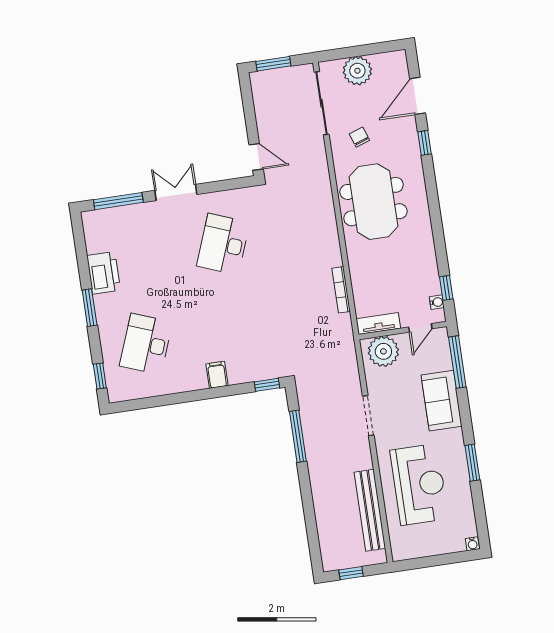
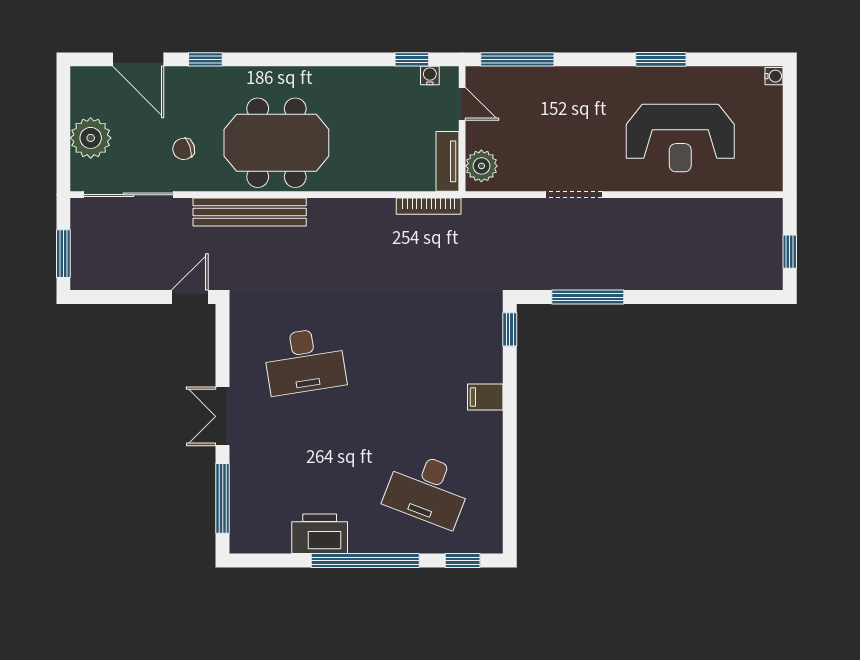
desk: (223, 244) -> (305, 361), turned -30
bookcase: (341, 290) -> (429, 206), moved
window: (90, 308) -> (365, 561), width x2.11
plant: (383, 351) -> (481, 166), width x0.73, depth x0.73
sofa: (441, 401) -> (568, 89), removed
reception desk: (419, 484) -> (680, 138), turned 180
bench: (370, 510) -> (250, 212), moved

